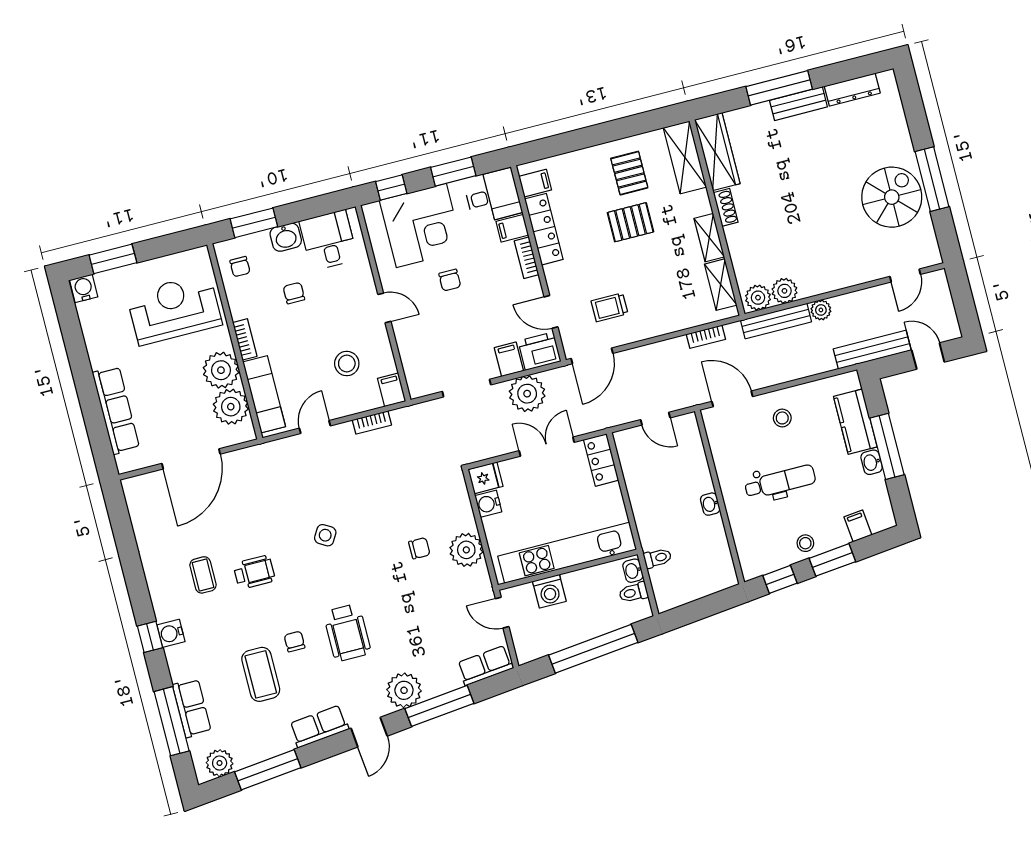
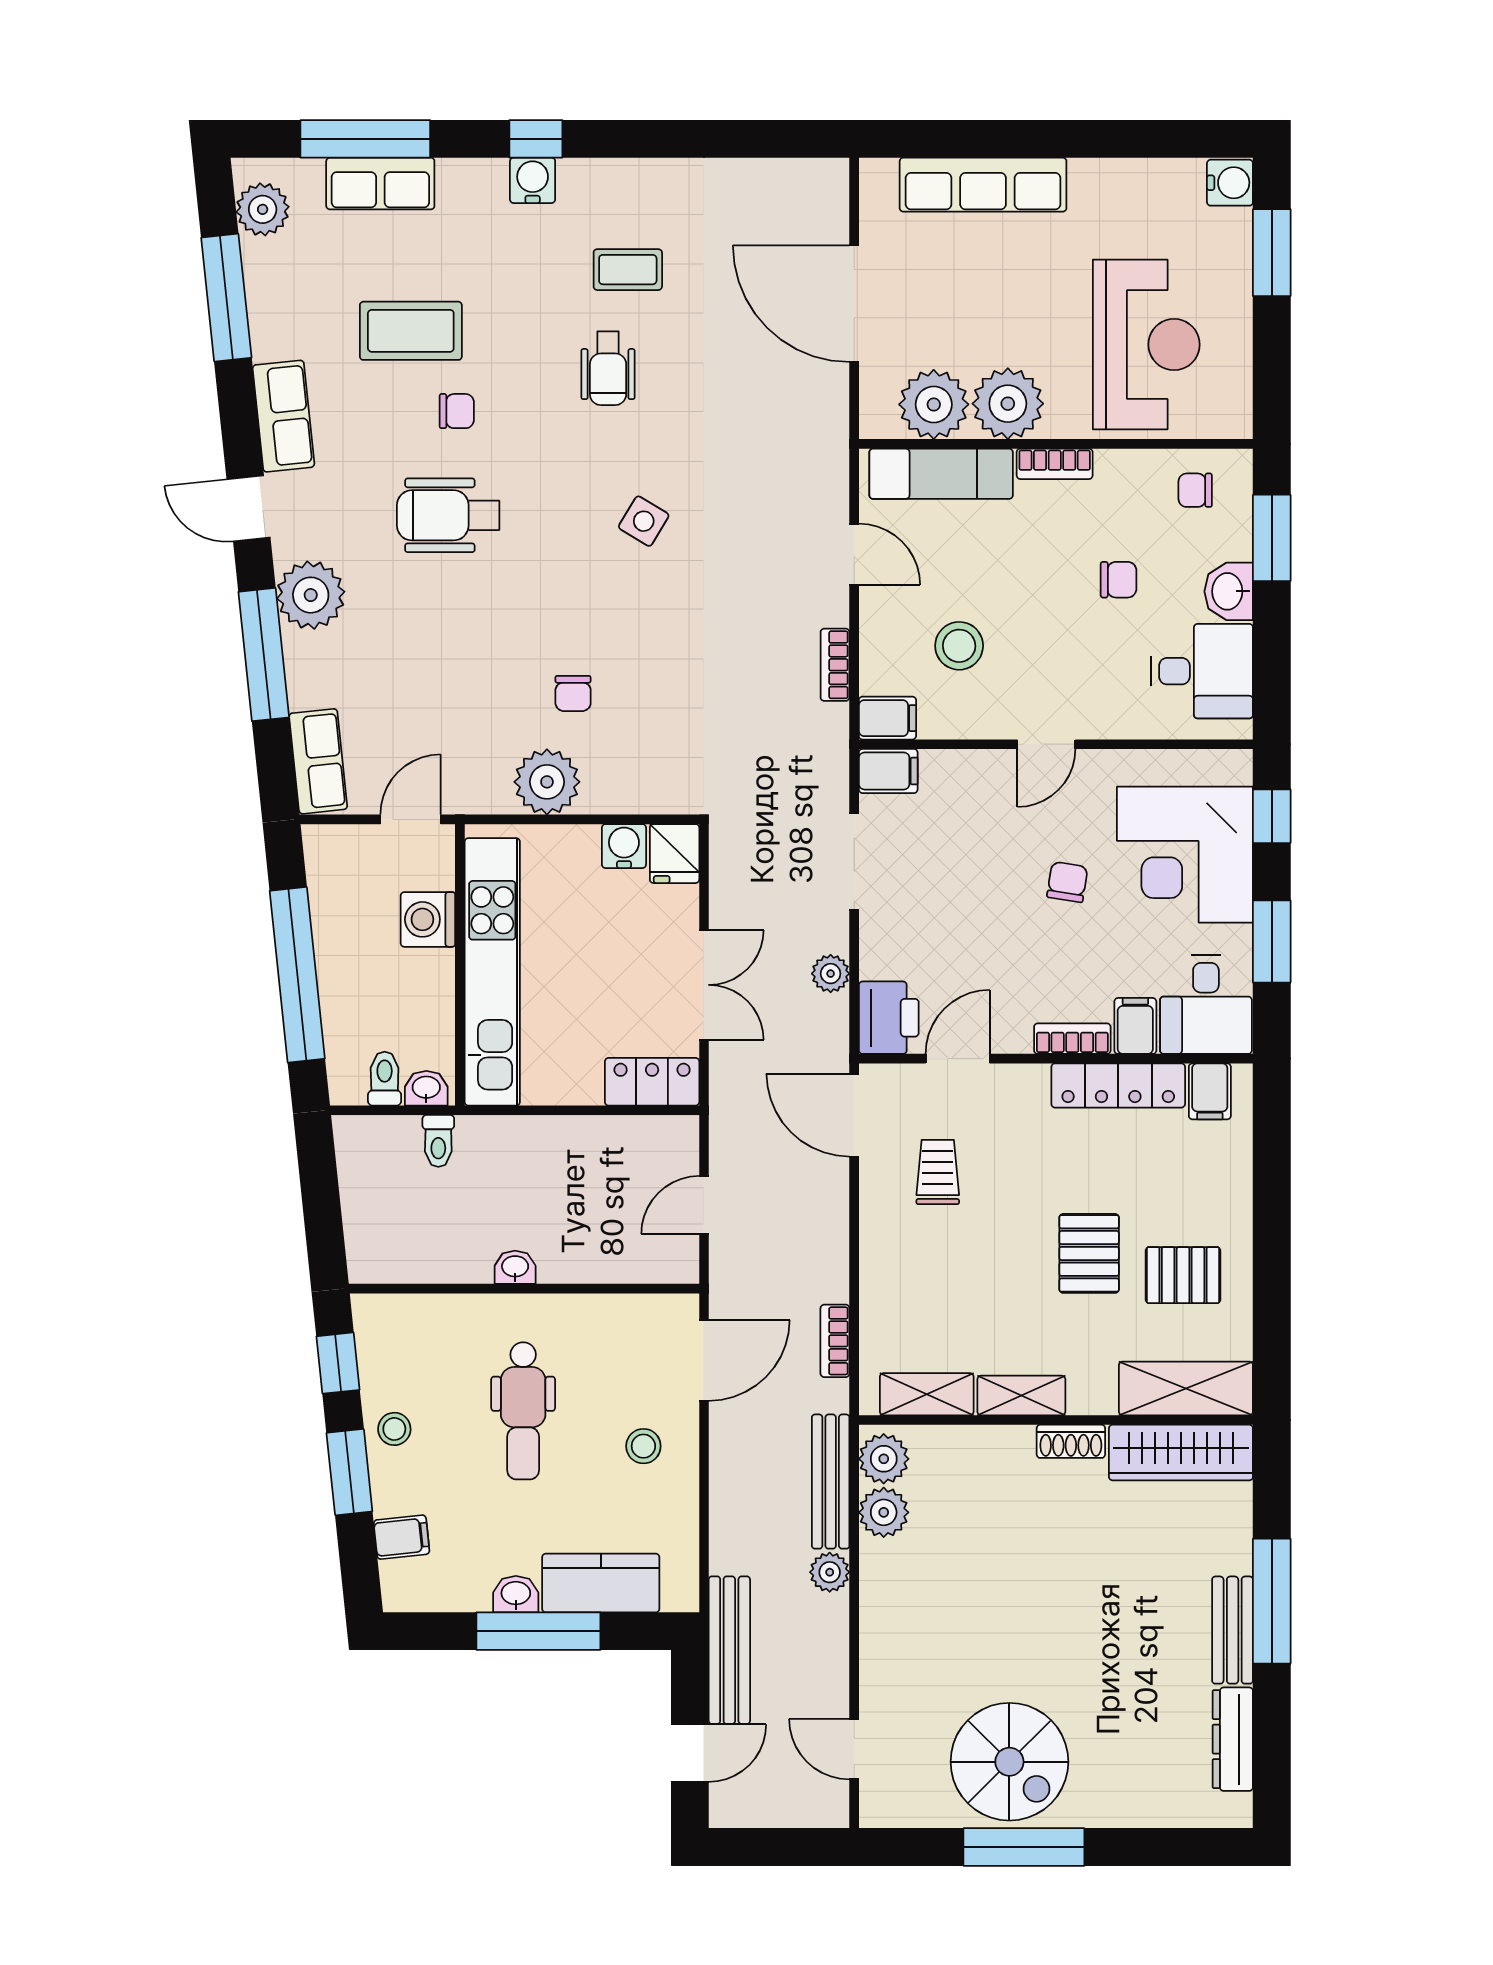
chair: (450, 280) -> (1067, 882), turned 99
filing cabinet: (509, 359) -> (888, 771), moved
plant: (527, 394) -> (831, 974), width x0.53, depth x0.53

